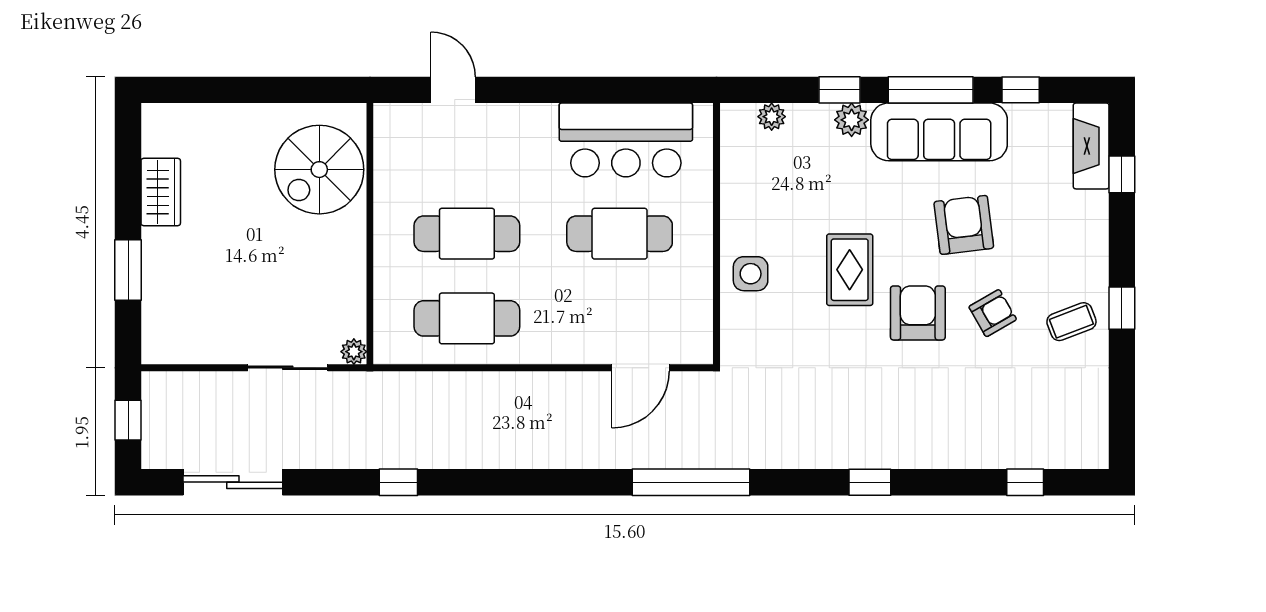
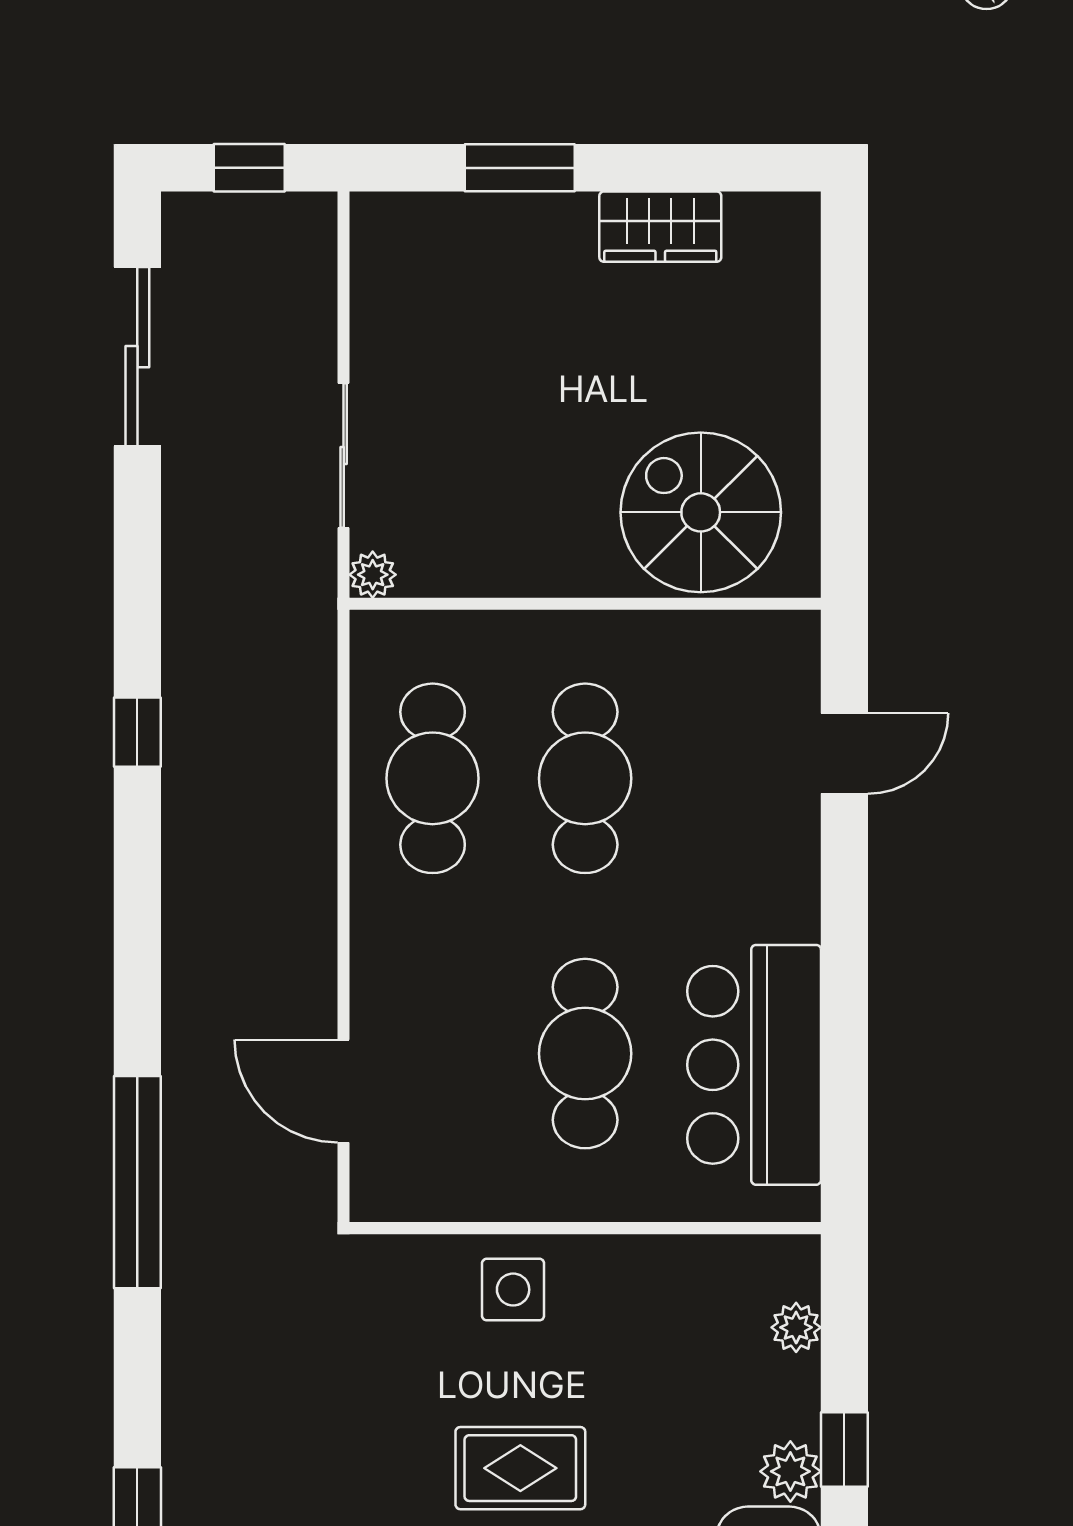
window: (398, 482) -> (137, 732), moved

